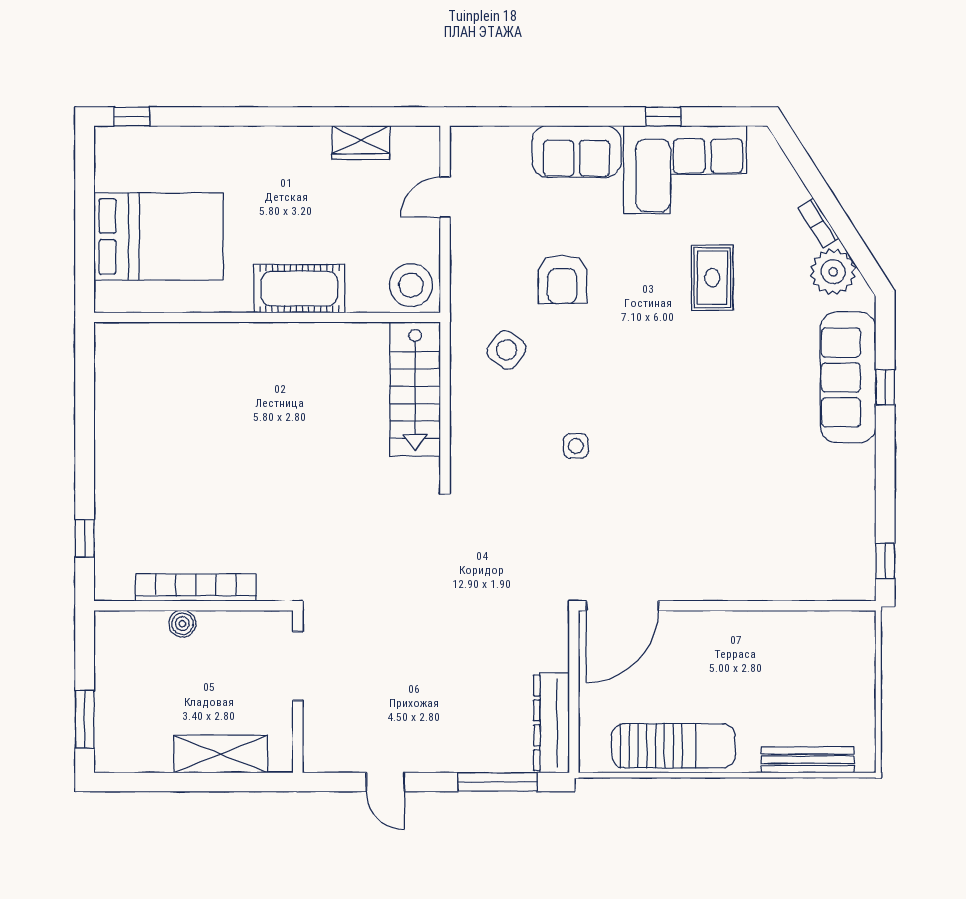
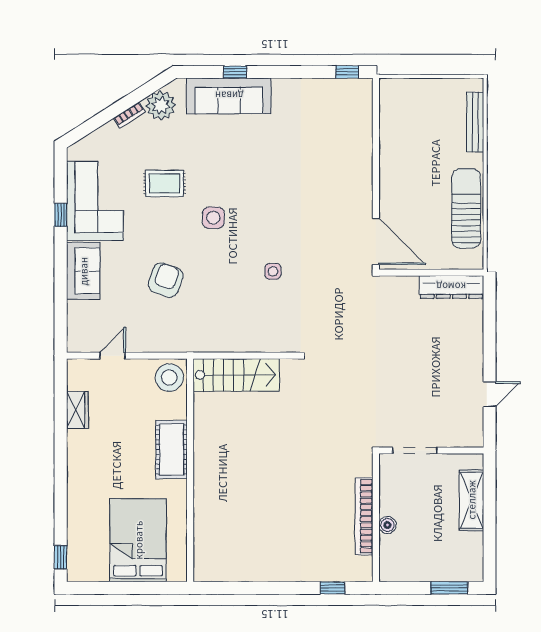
door: (445, 197) -> (113, 356), swing flipped
armchair: (562, 279) -> (166, 280), turned -70
side table: (506, 350) -> (213, 218), moved, turned -36
window: (498, 782) -> (490, 322), removed

